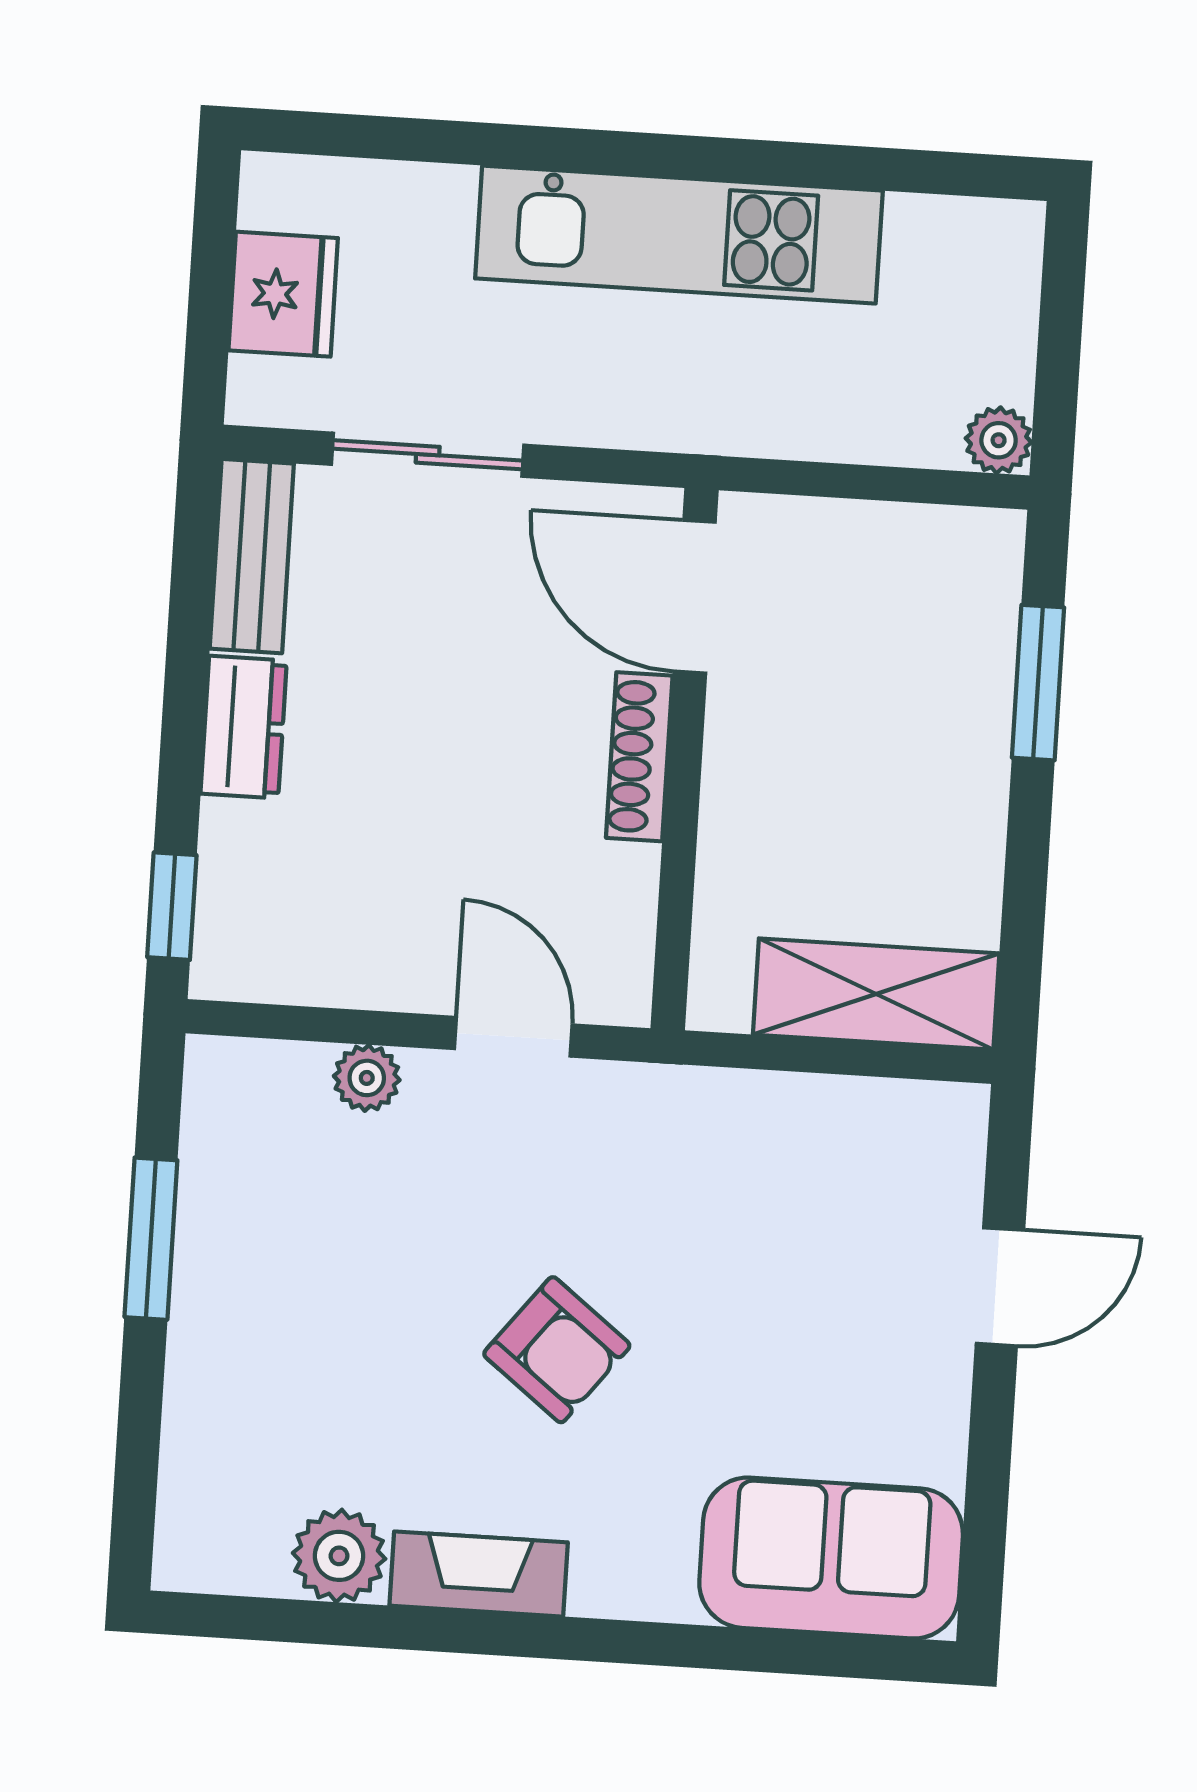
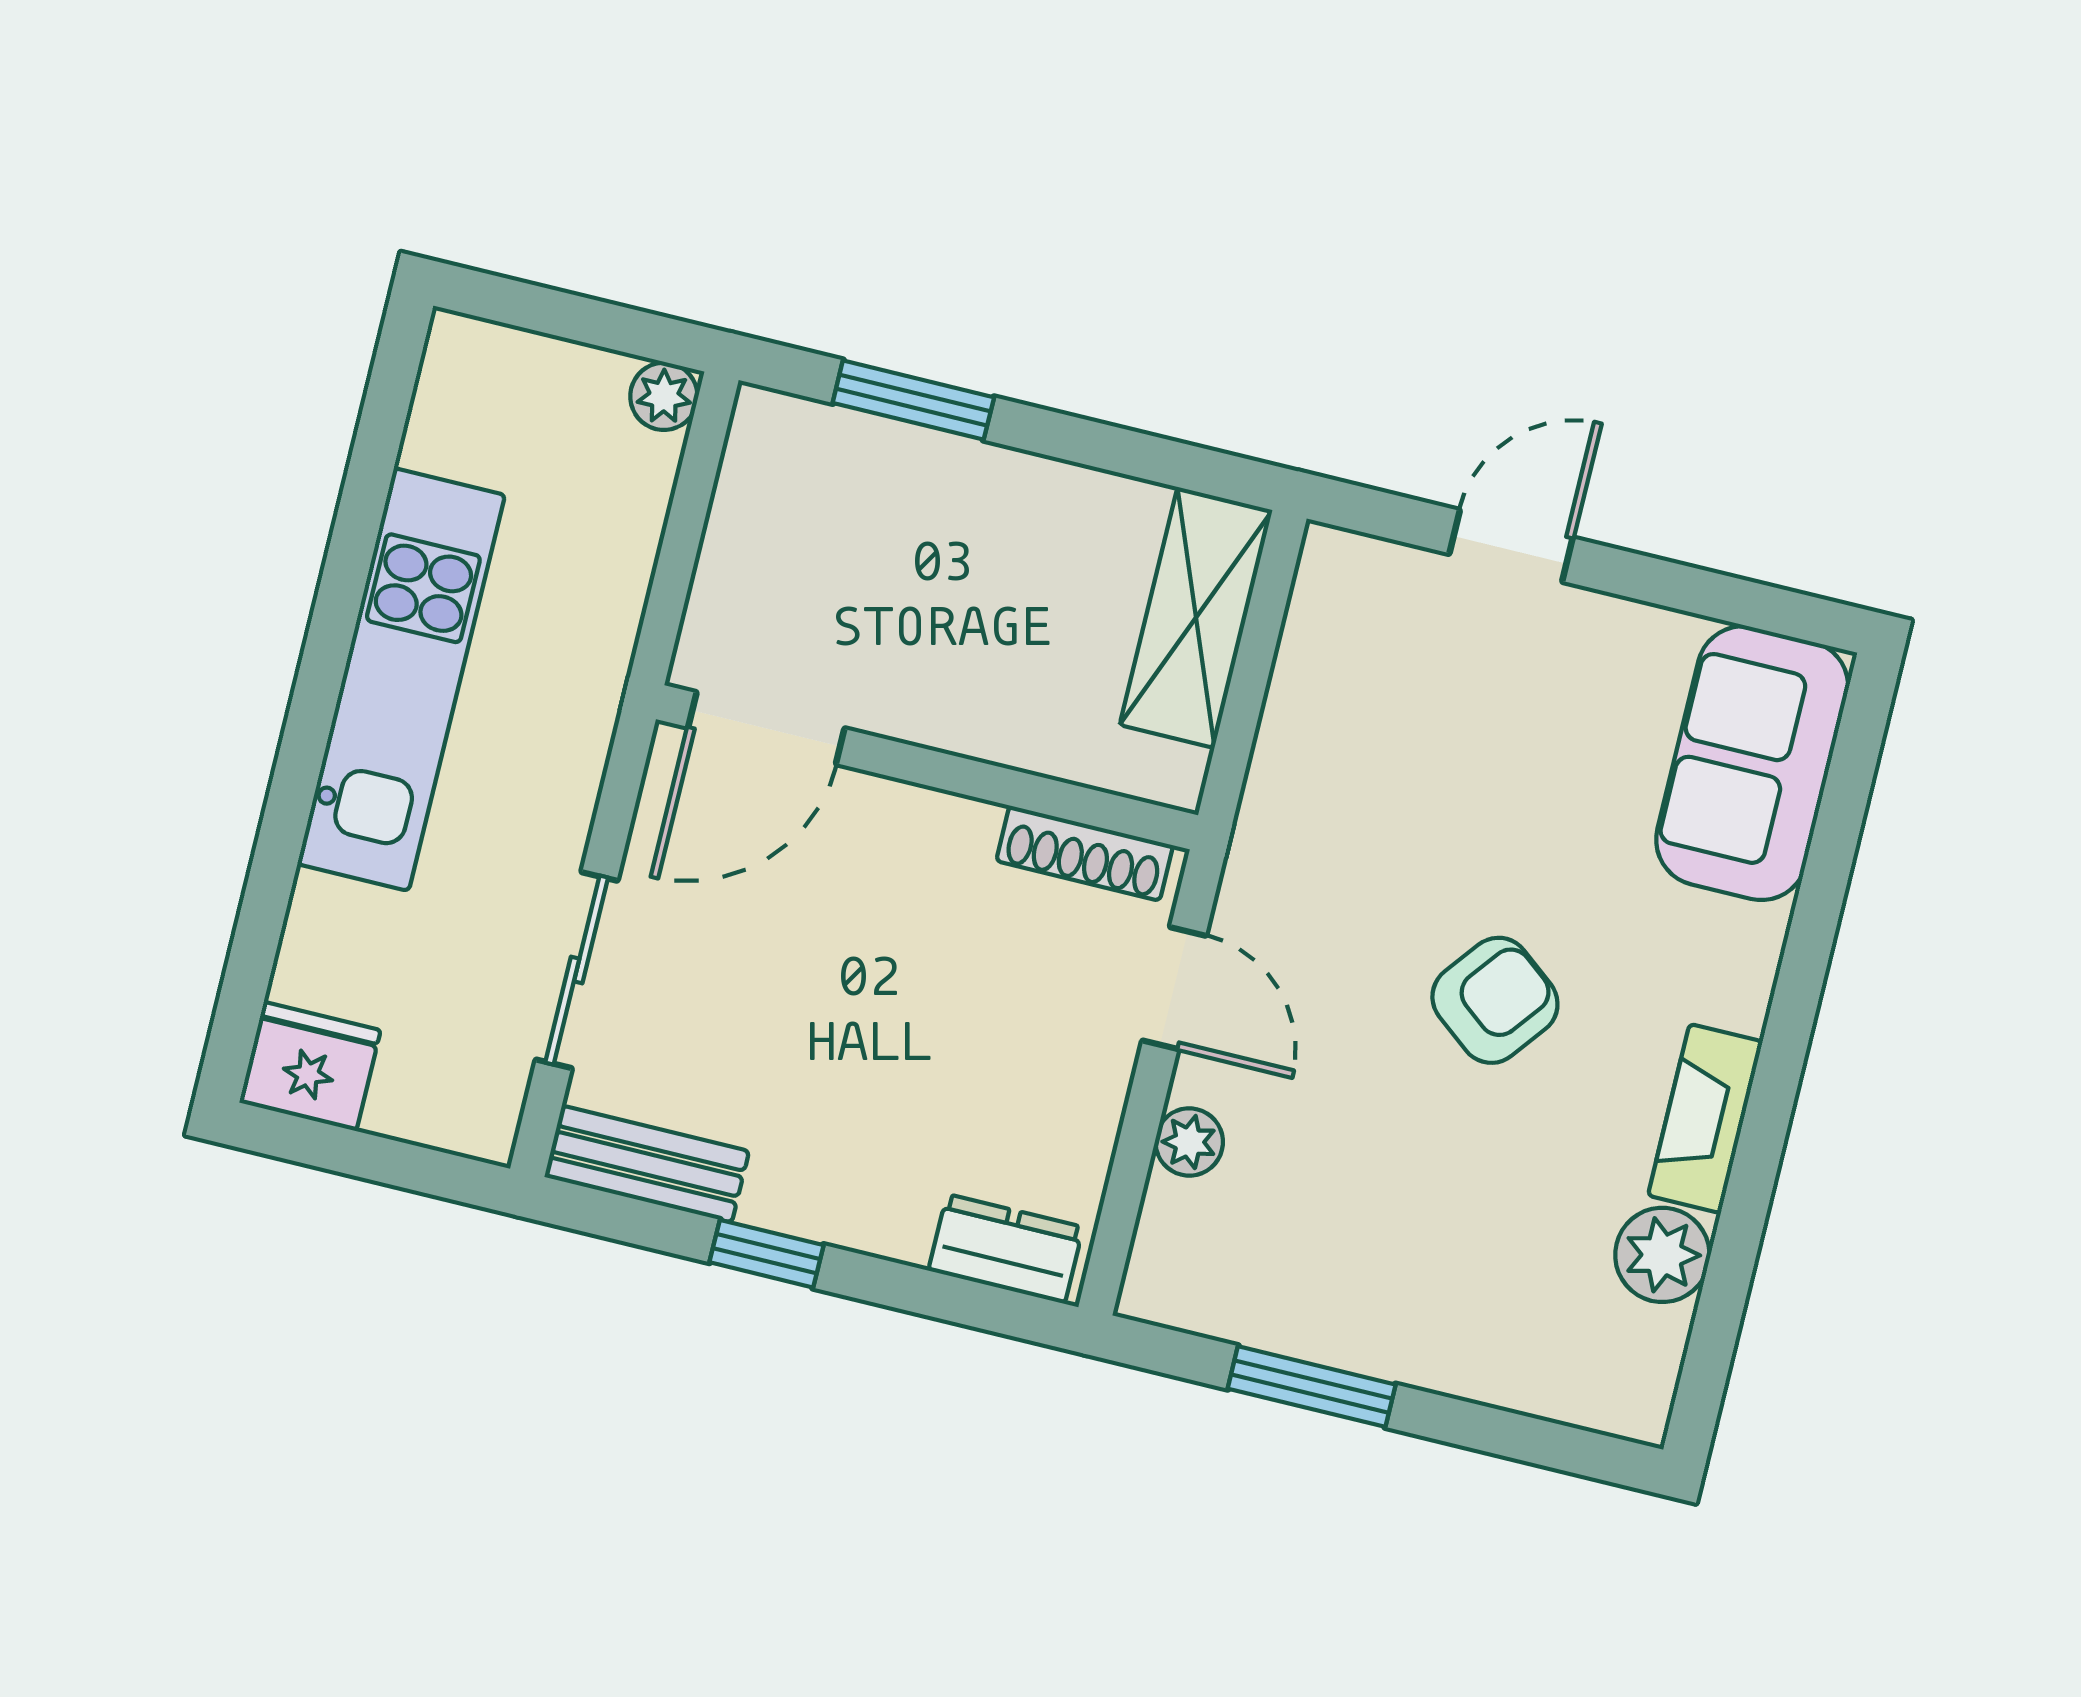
fridge: (283, 294) -> (310, 1066), moved
dresser: (244, 727) -> (1006, 1249), moved
shoe rack: (639, 757) -> (1085, 853), moved
window: (172, 906) -> (766, 1254), moved
door: (513, 1037) -> (1174, 988), swing flipped
door: (1000, 1287) -> (1511, 546), hinge flipped

